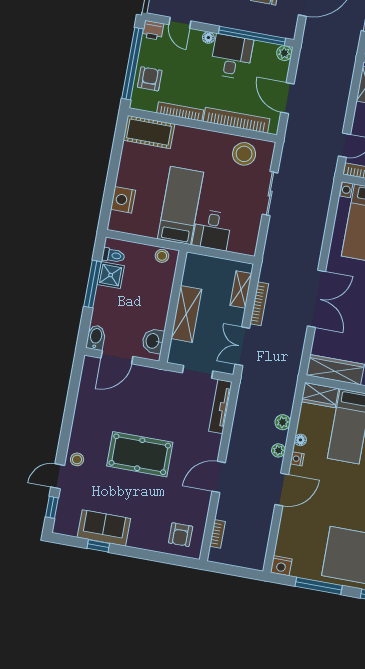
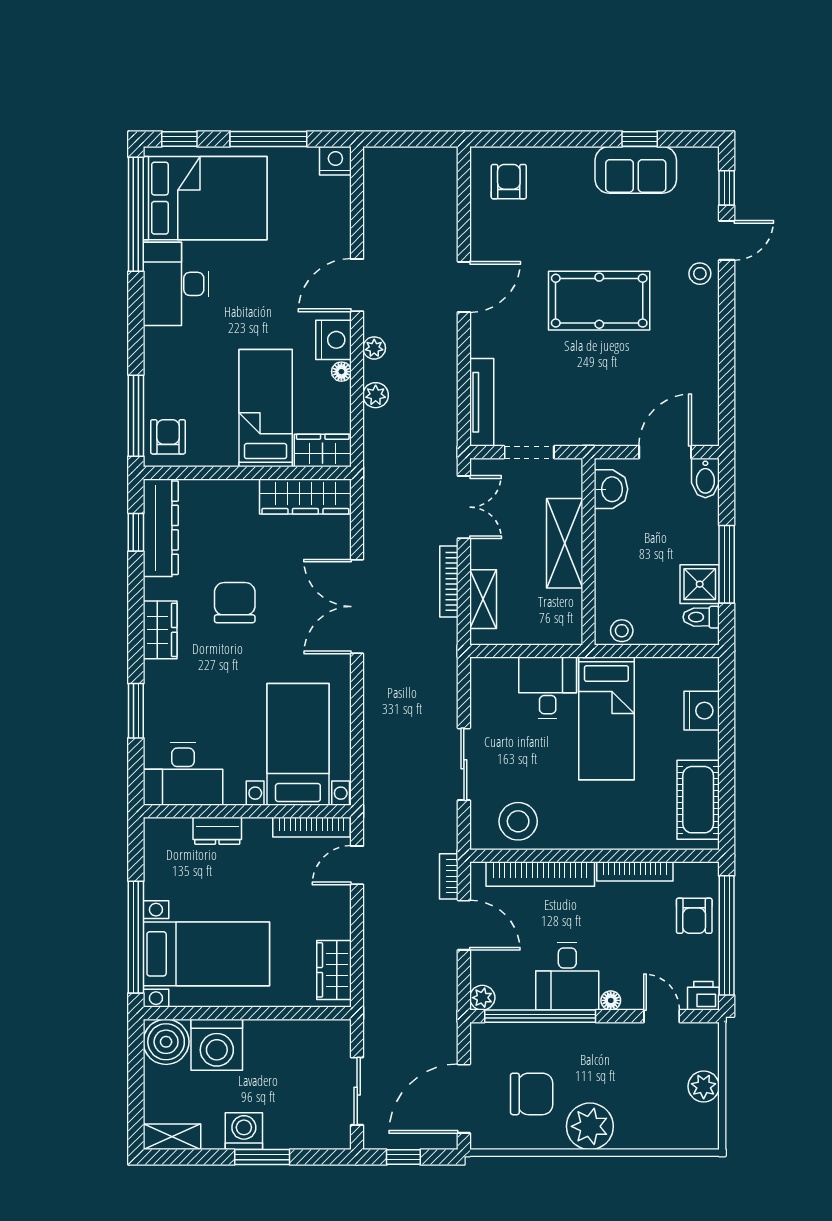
cot: (149, 132) -> (698, 800), moved, turned 90
nightstand: (297, 459) -> (333, 340), width x1.89, depth x1.79
bookcase: (217, 534) -> (449, 876), moved

